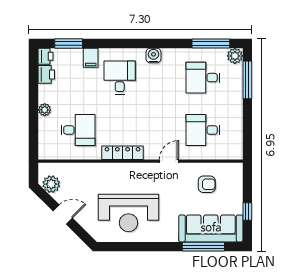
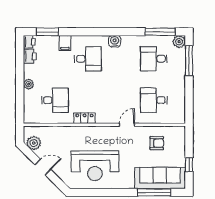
desk: (120, 78) -> (88, 59), turned 90
locker: (122, 153) -> (84, 118), width x0.66

